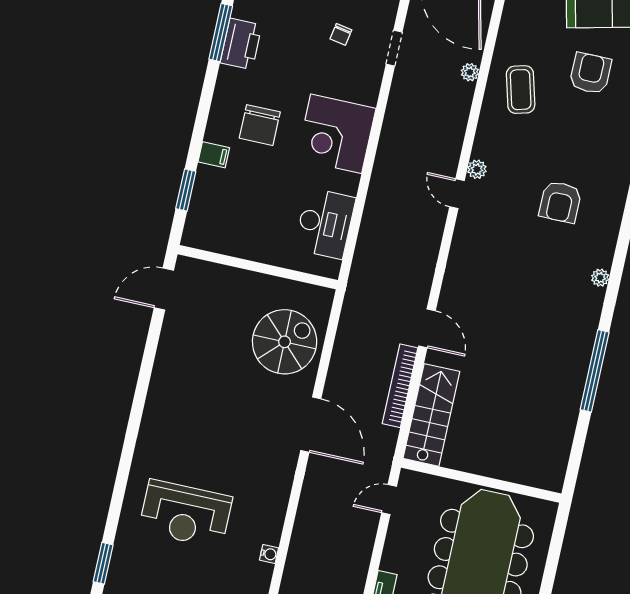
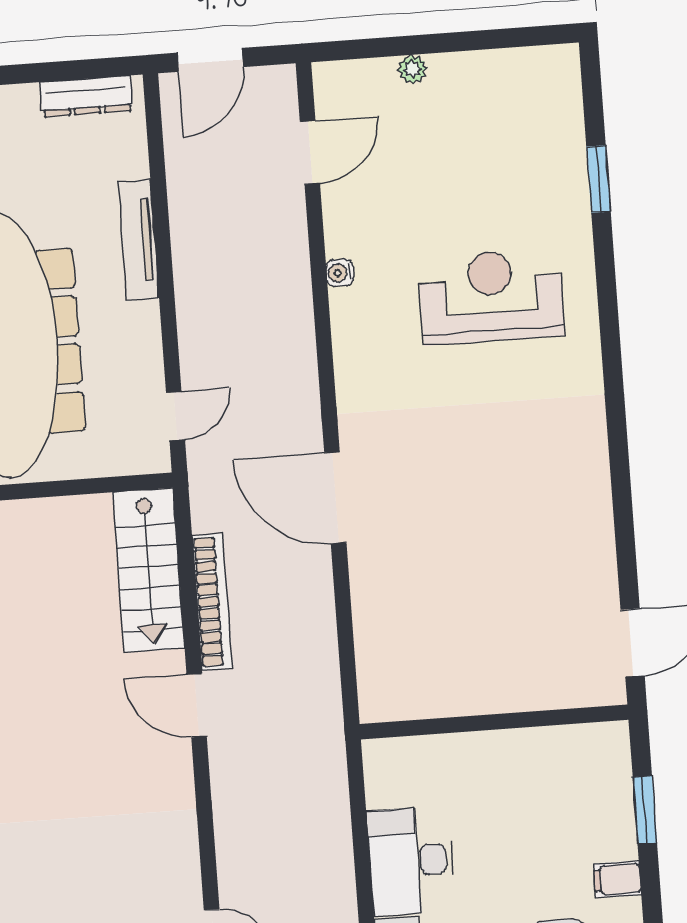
desk: (325, 223) -> (411, 861), moved
spiral stairs: (285, 342) -> (416, 616), removed

